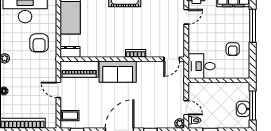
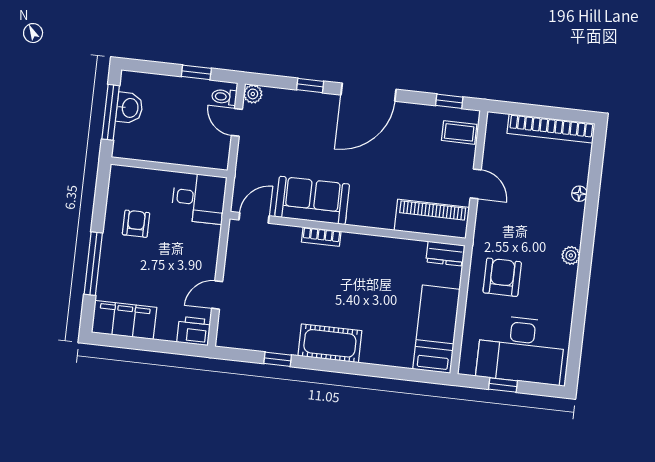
sofa: (118, 72) -> (312, 200), moved

